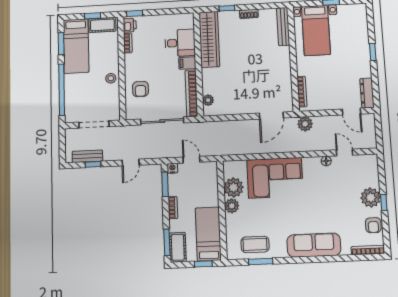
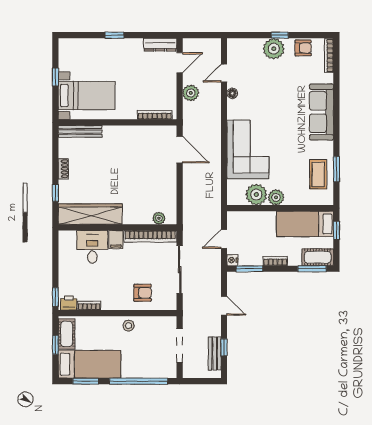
plant: (305, 124) -> (191, 93), moved

